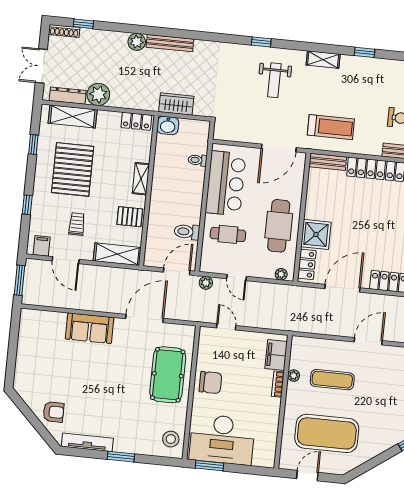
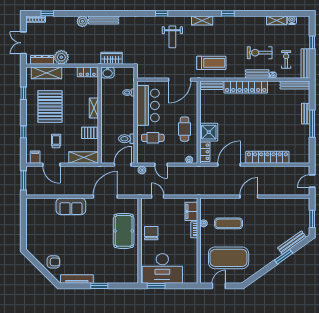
cafe table: (279, 226) -> (185, 129), width x0.73, depth x0.74
chair: (210, 383) -> (151, 233), turned -90
stool: (171, 439) -> (130, 272), removed

